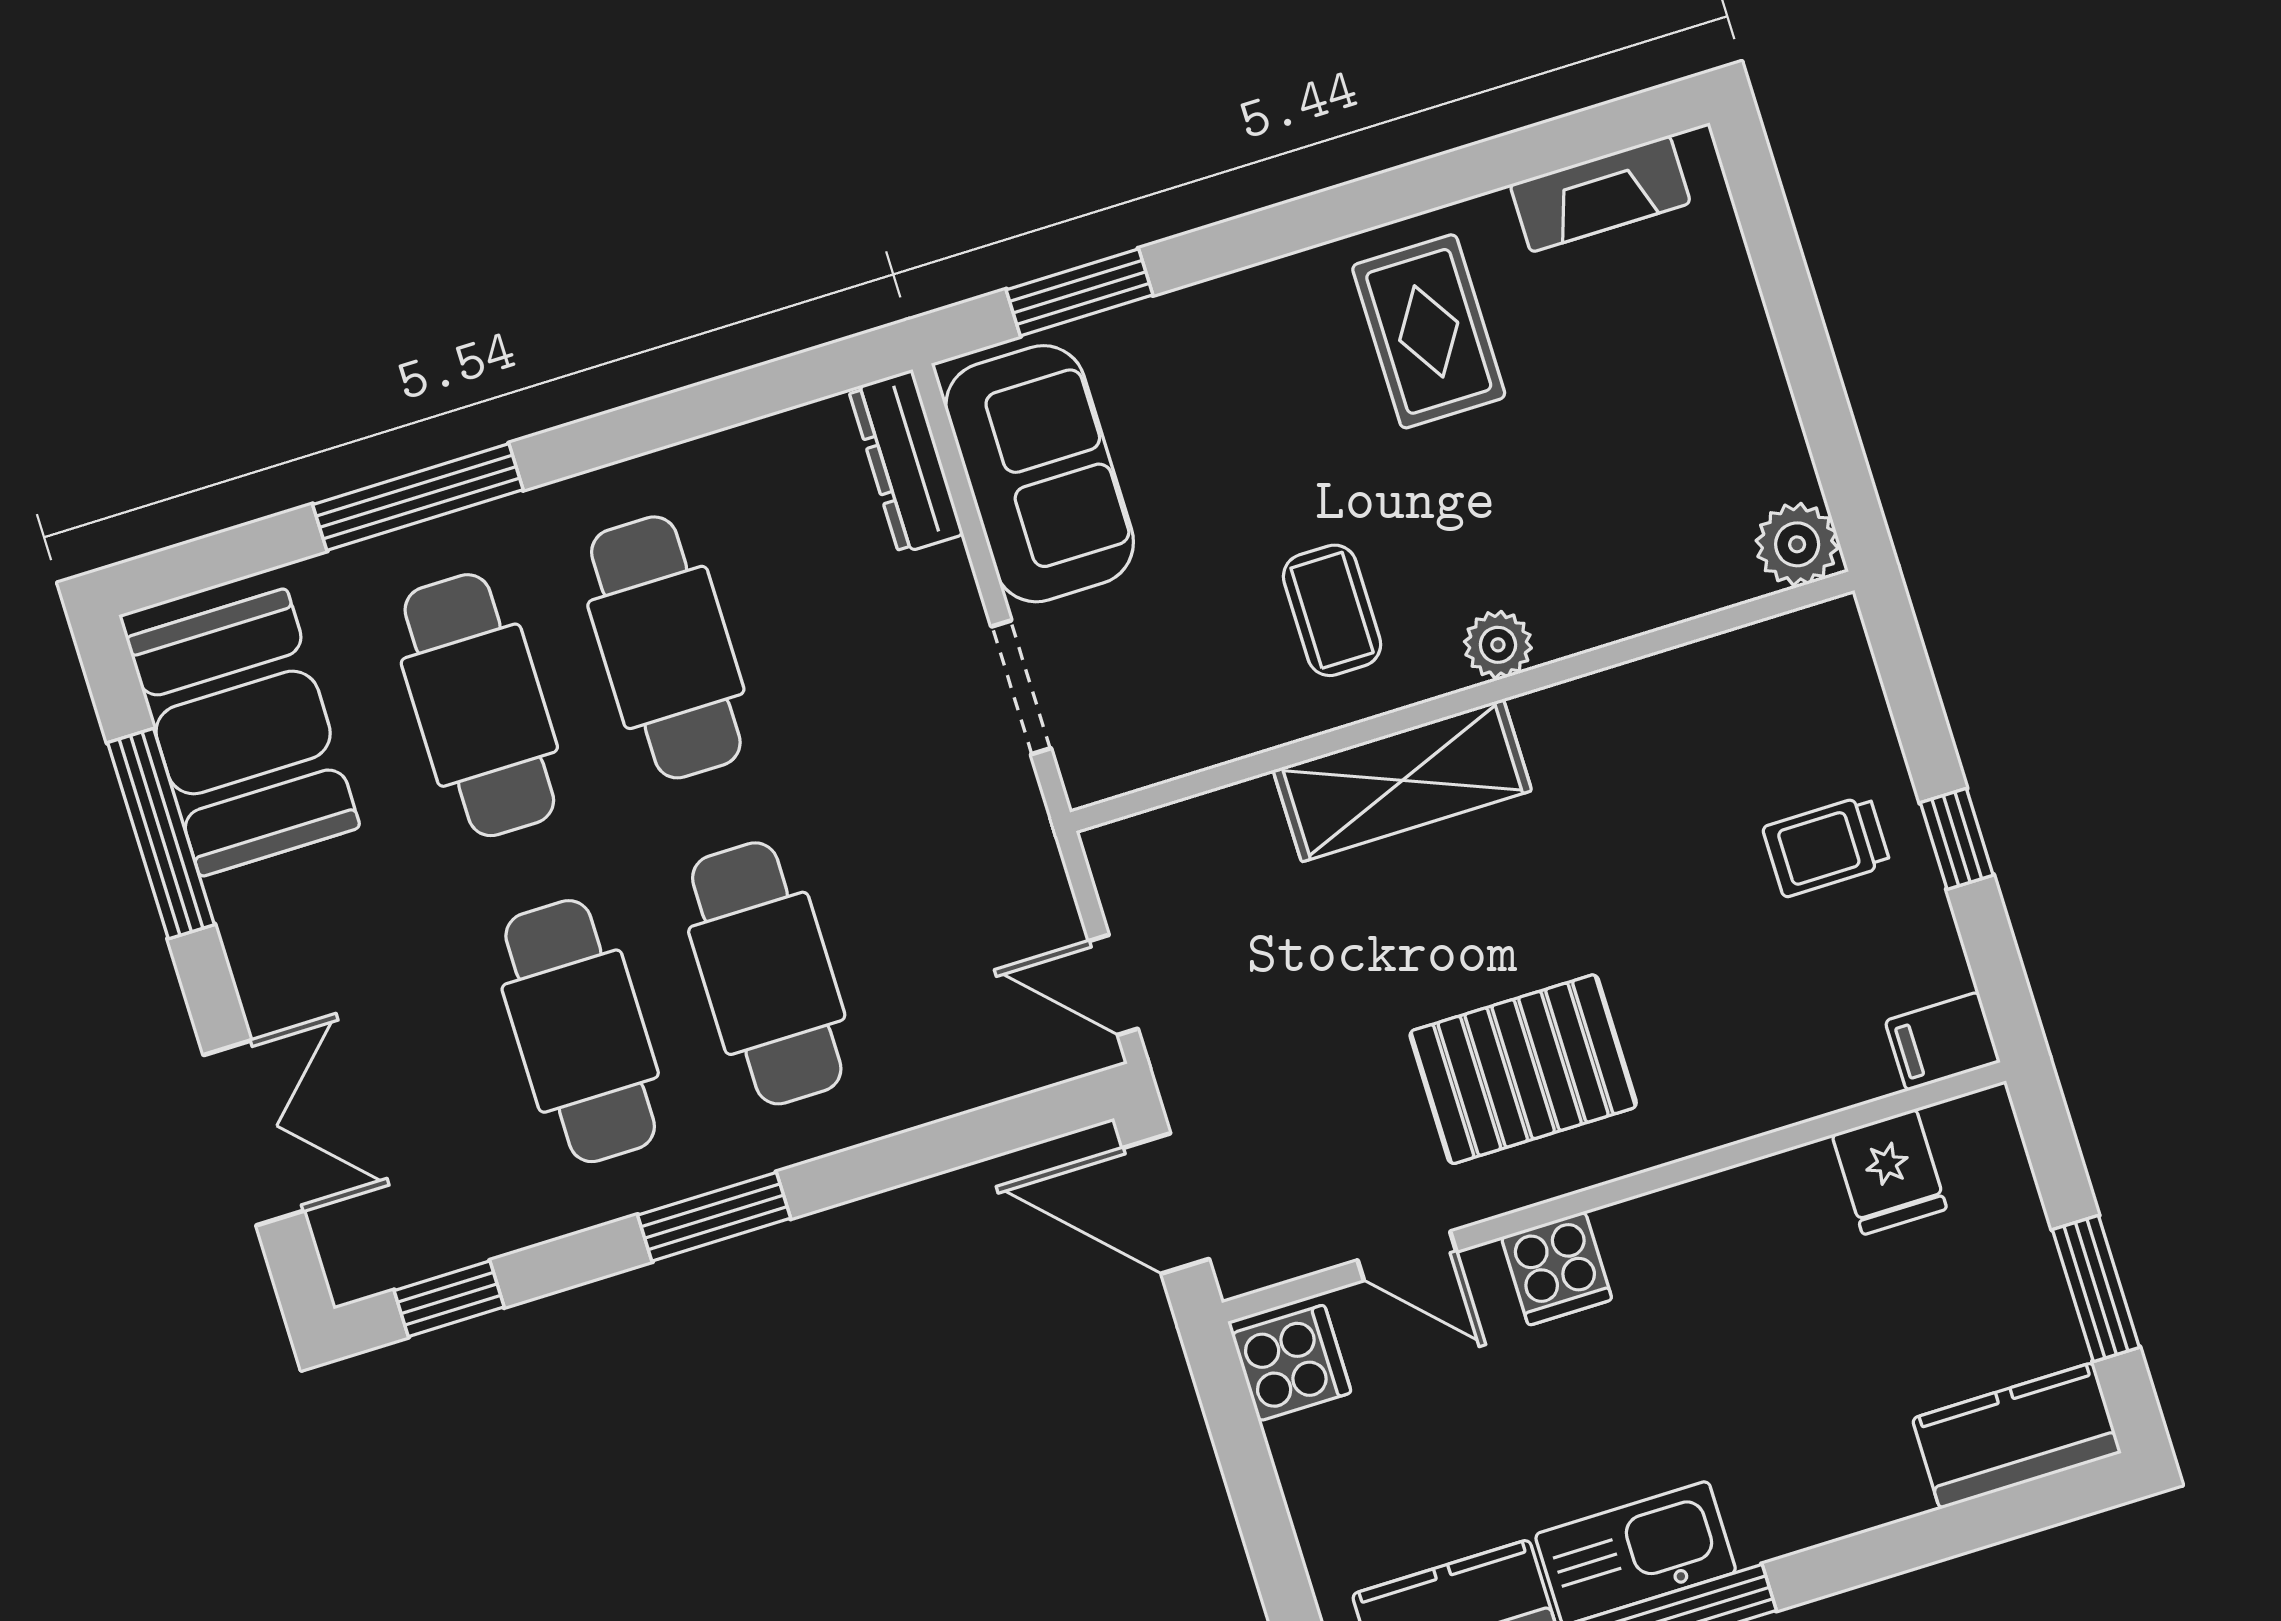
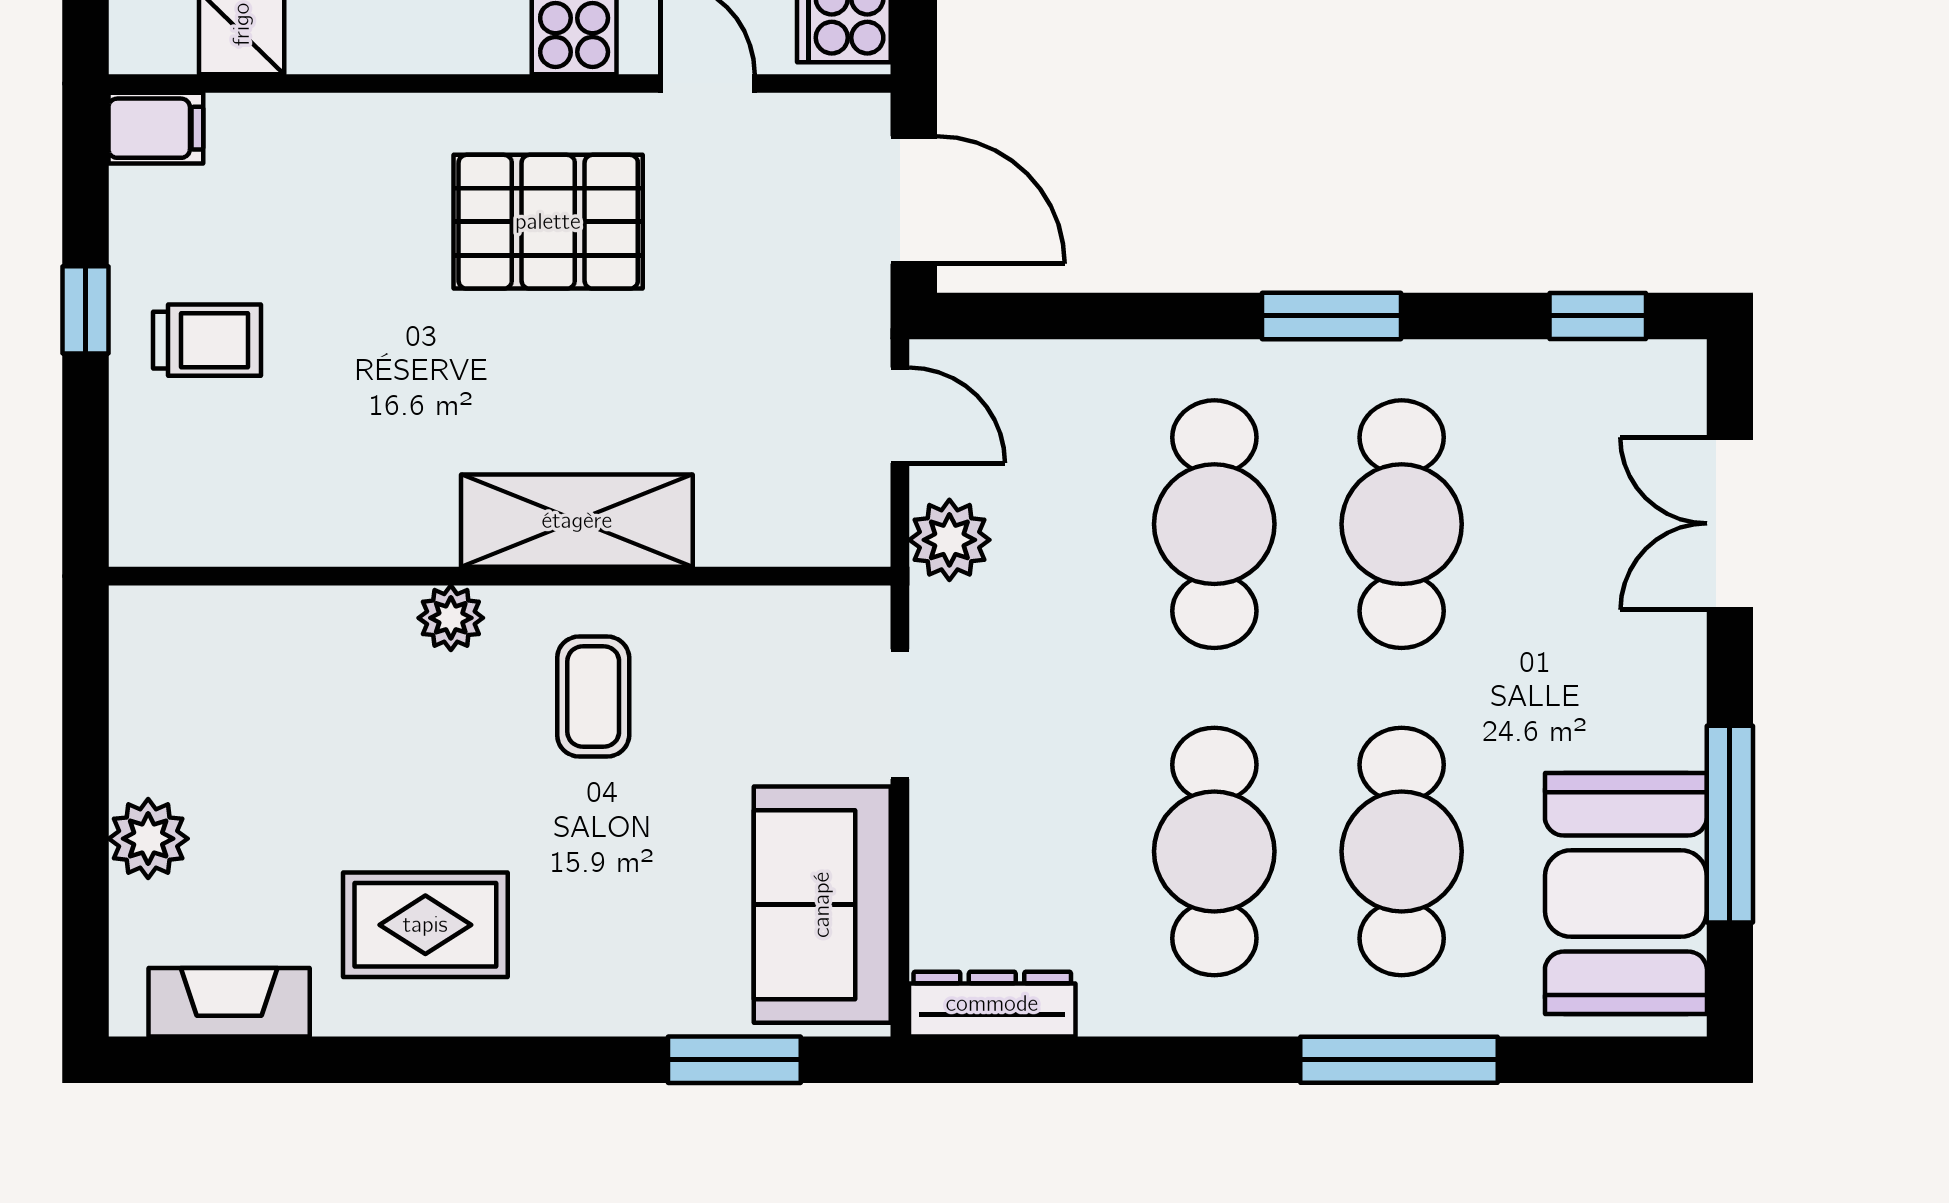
rug: (1429, 331) -> (425, 925), turned 90
dresser: (906, 462) -> (992, 1004), moved, turned -90
plant: (1797, 544) -> (148, 839), moved
plant: (1026, 876) -> (949, 540), added

